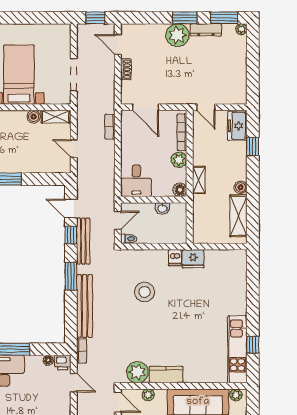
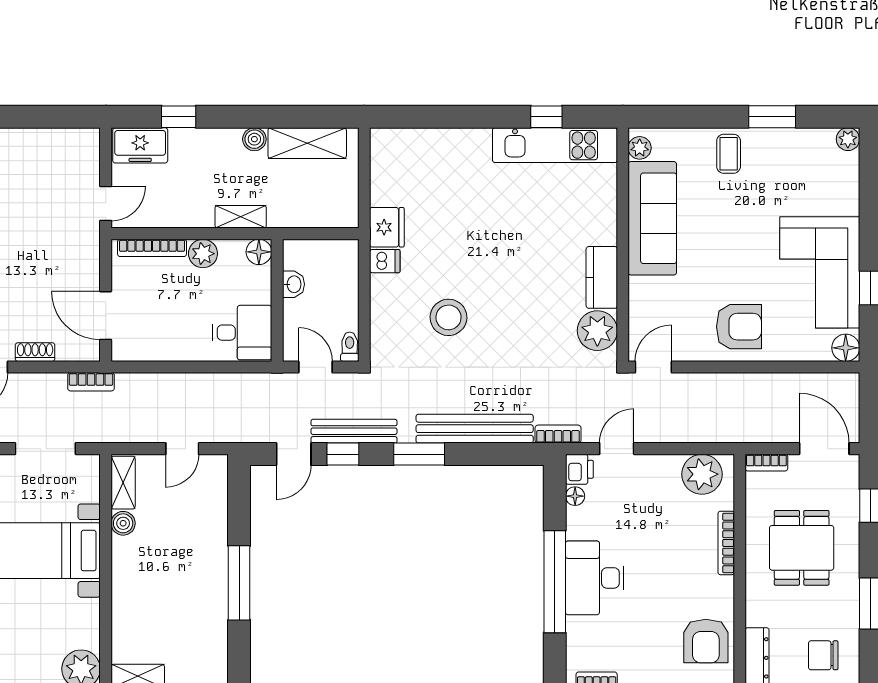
door: (146, 107) -> (106, 316), swing flipped
bookcase: (110, 127) -> (91, 382), moved
plant: (148, 395) -> (639, 311), removed

